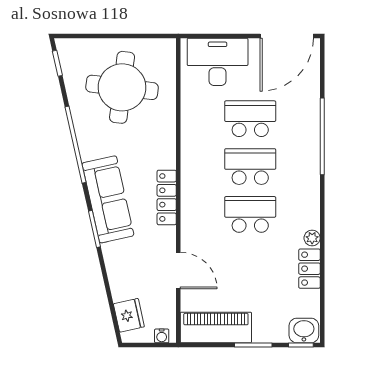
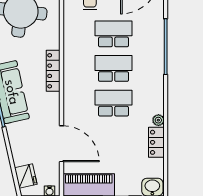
locker: (167, 197) -> (53, 71), moved
door: (178, 271) -> (61, 144), width x1.36

